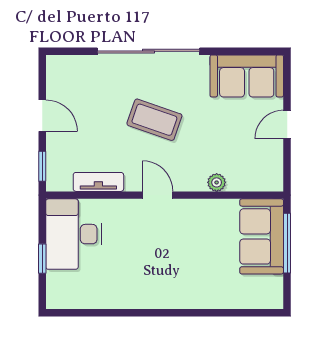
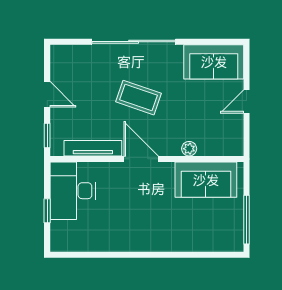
tv unit: (98, 182) -> (93, 148), width x1.41
door: (158, 195) -> (141, 159), width x1.38
sofa: (262, 236) -> (206, 180), moved, turned -90
window: (287, 243) -> (246, 220), moved

